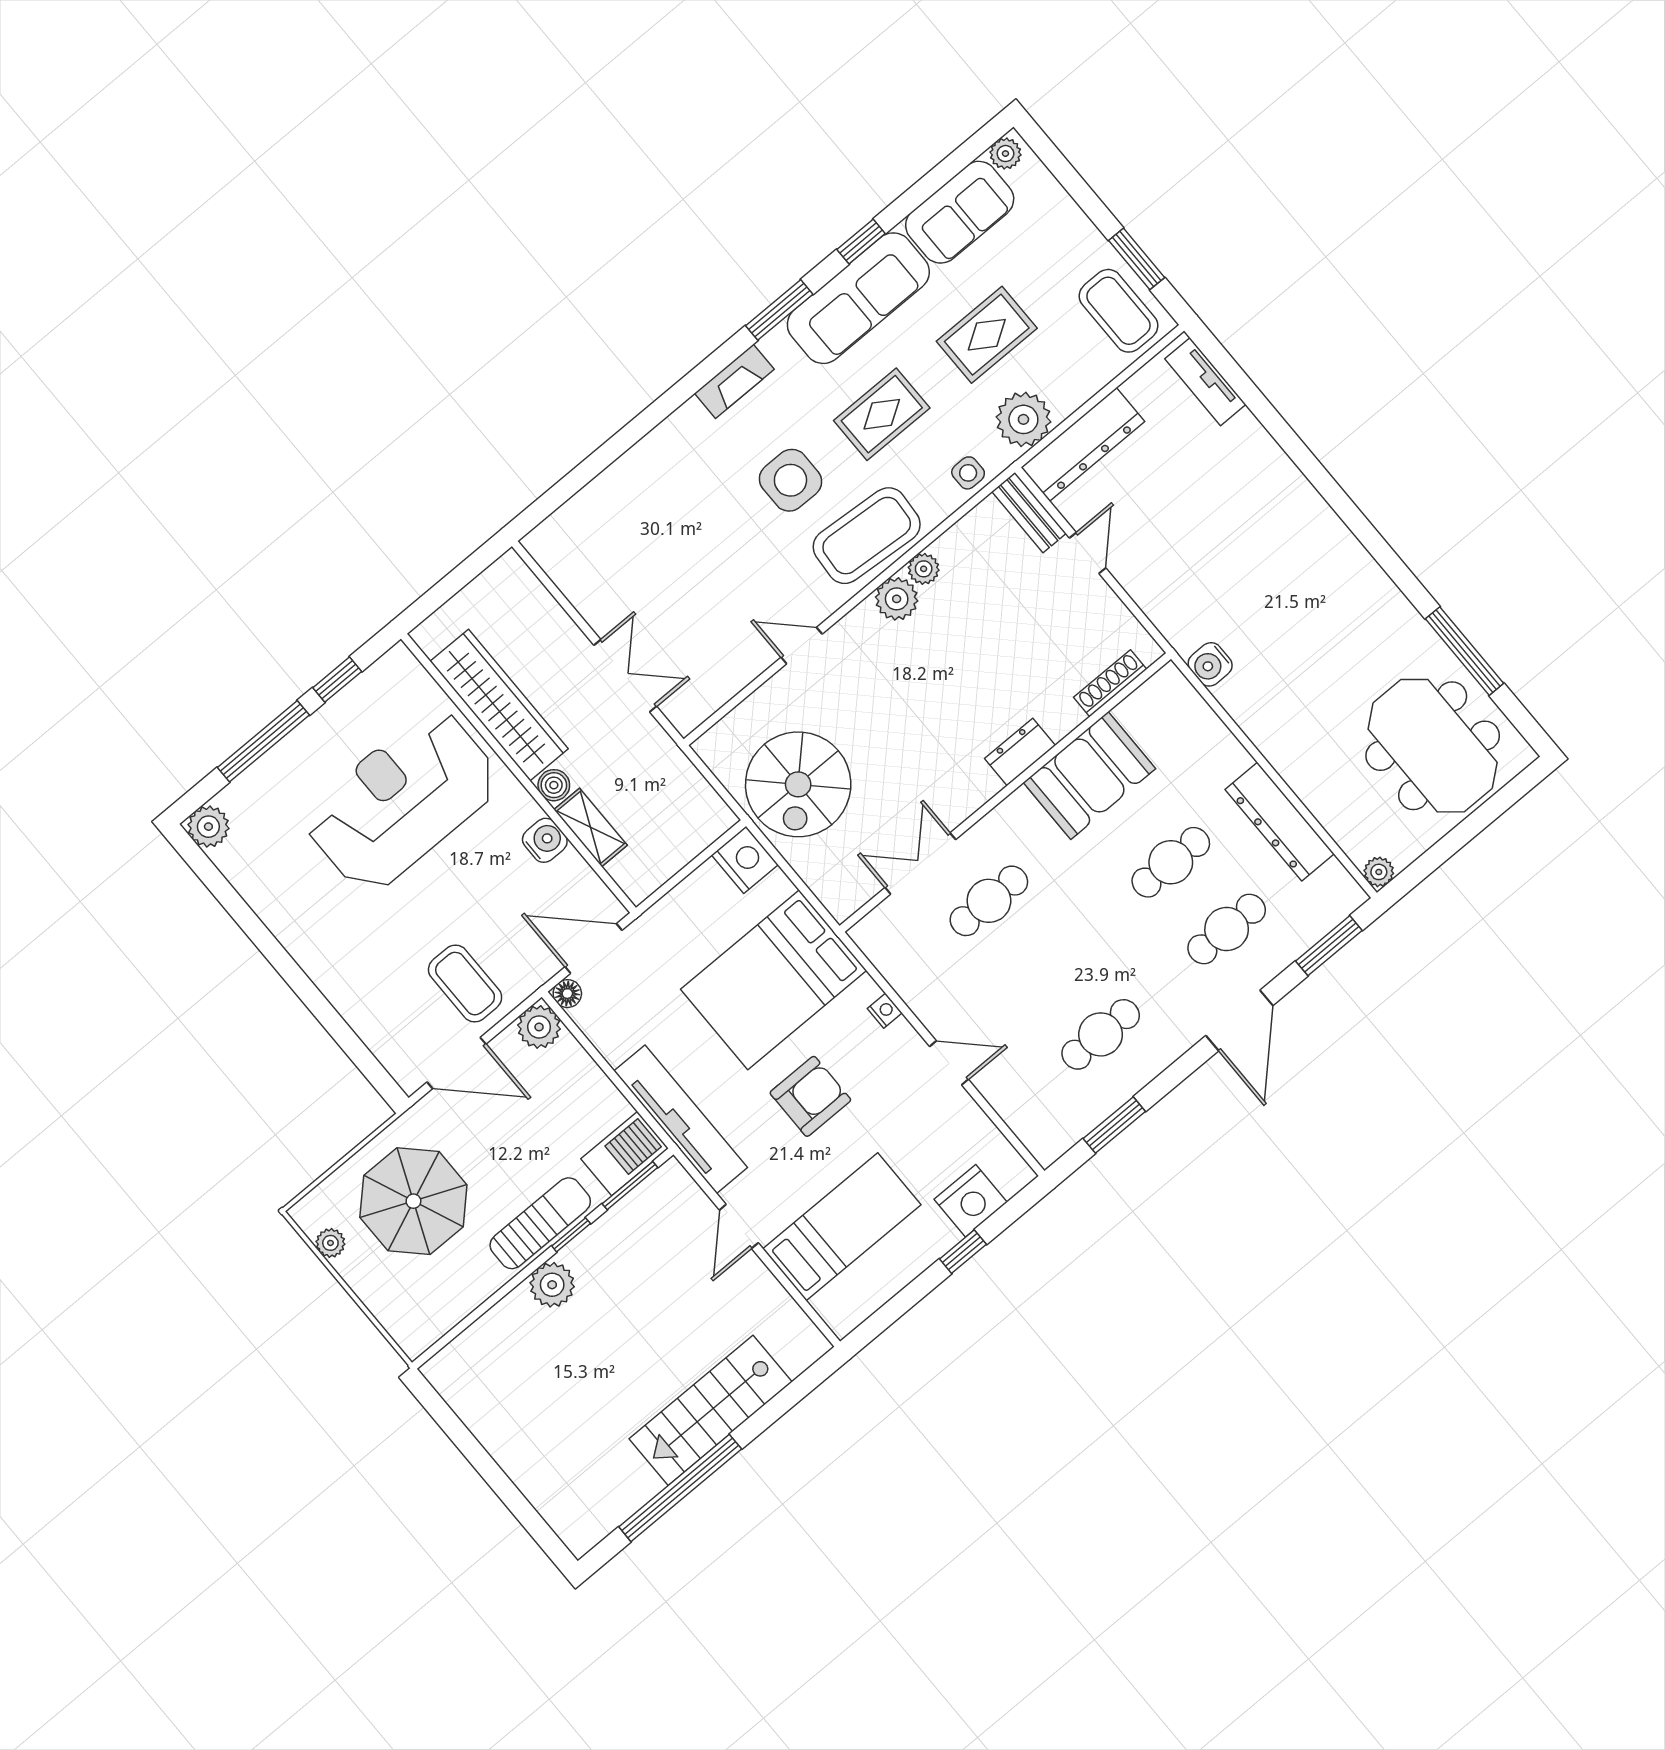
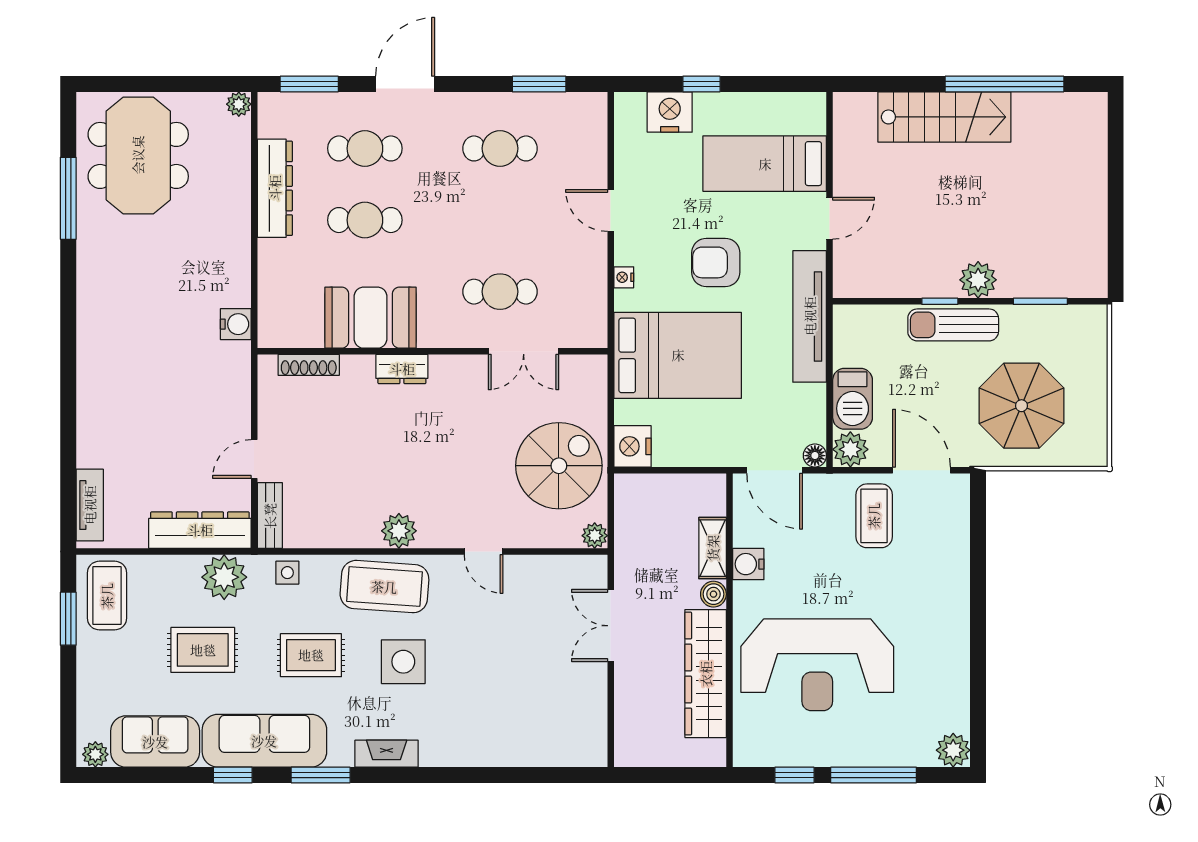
plant: (924, 569) -> (595, 536), moved
barbecue: (625, 1154) -> (853, 399), moved, turned -90
window: (630, 1186) -> (1040, 301), moved
plant: (330, 1243) -> (1096, 423), removed

